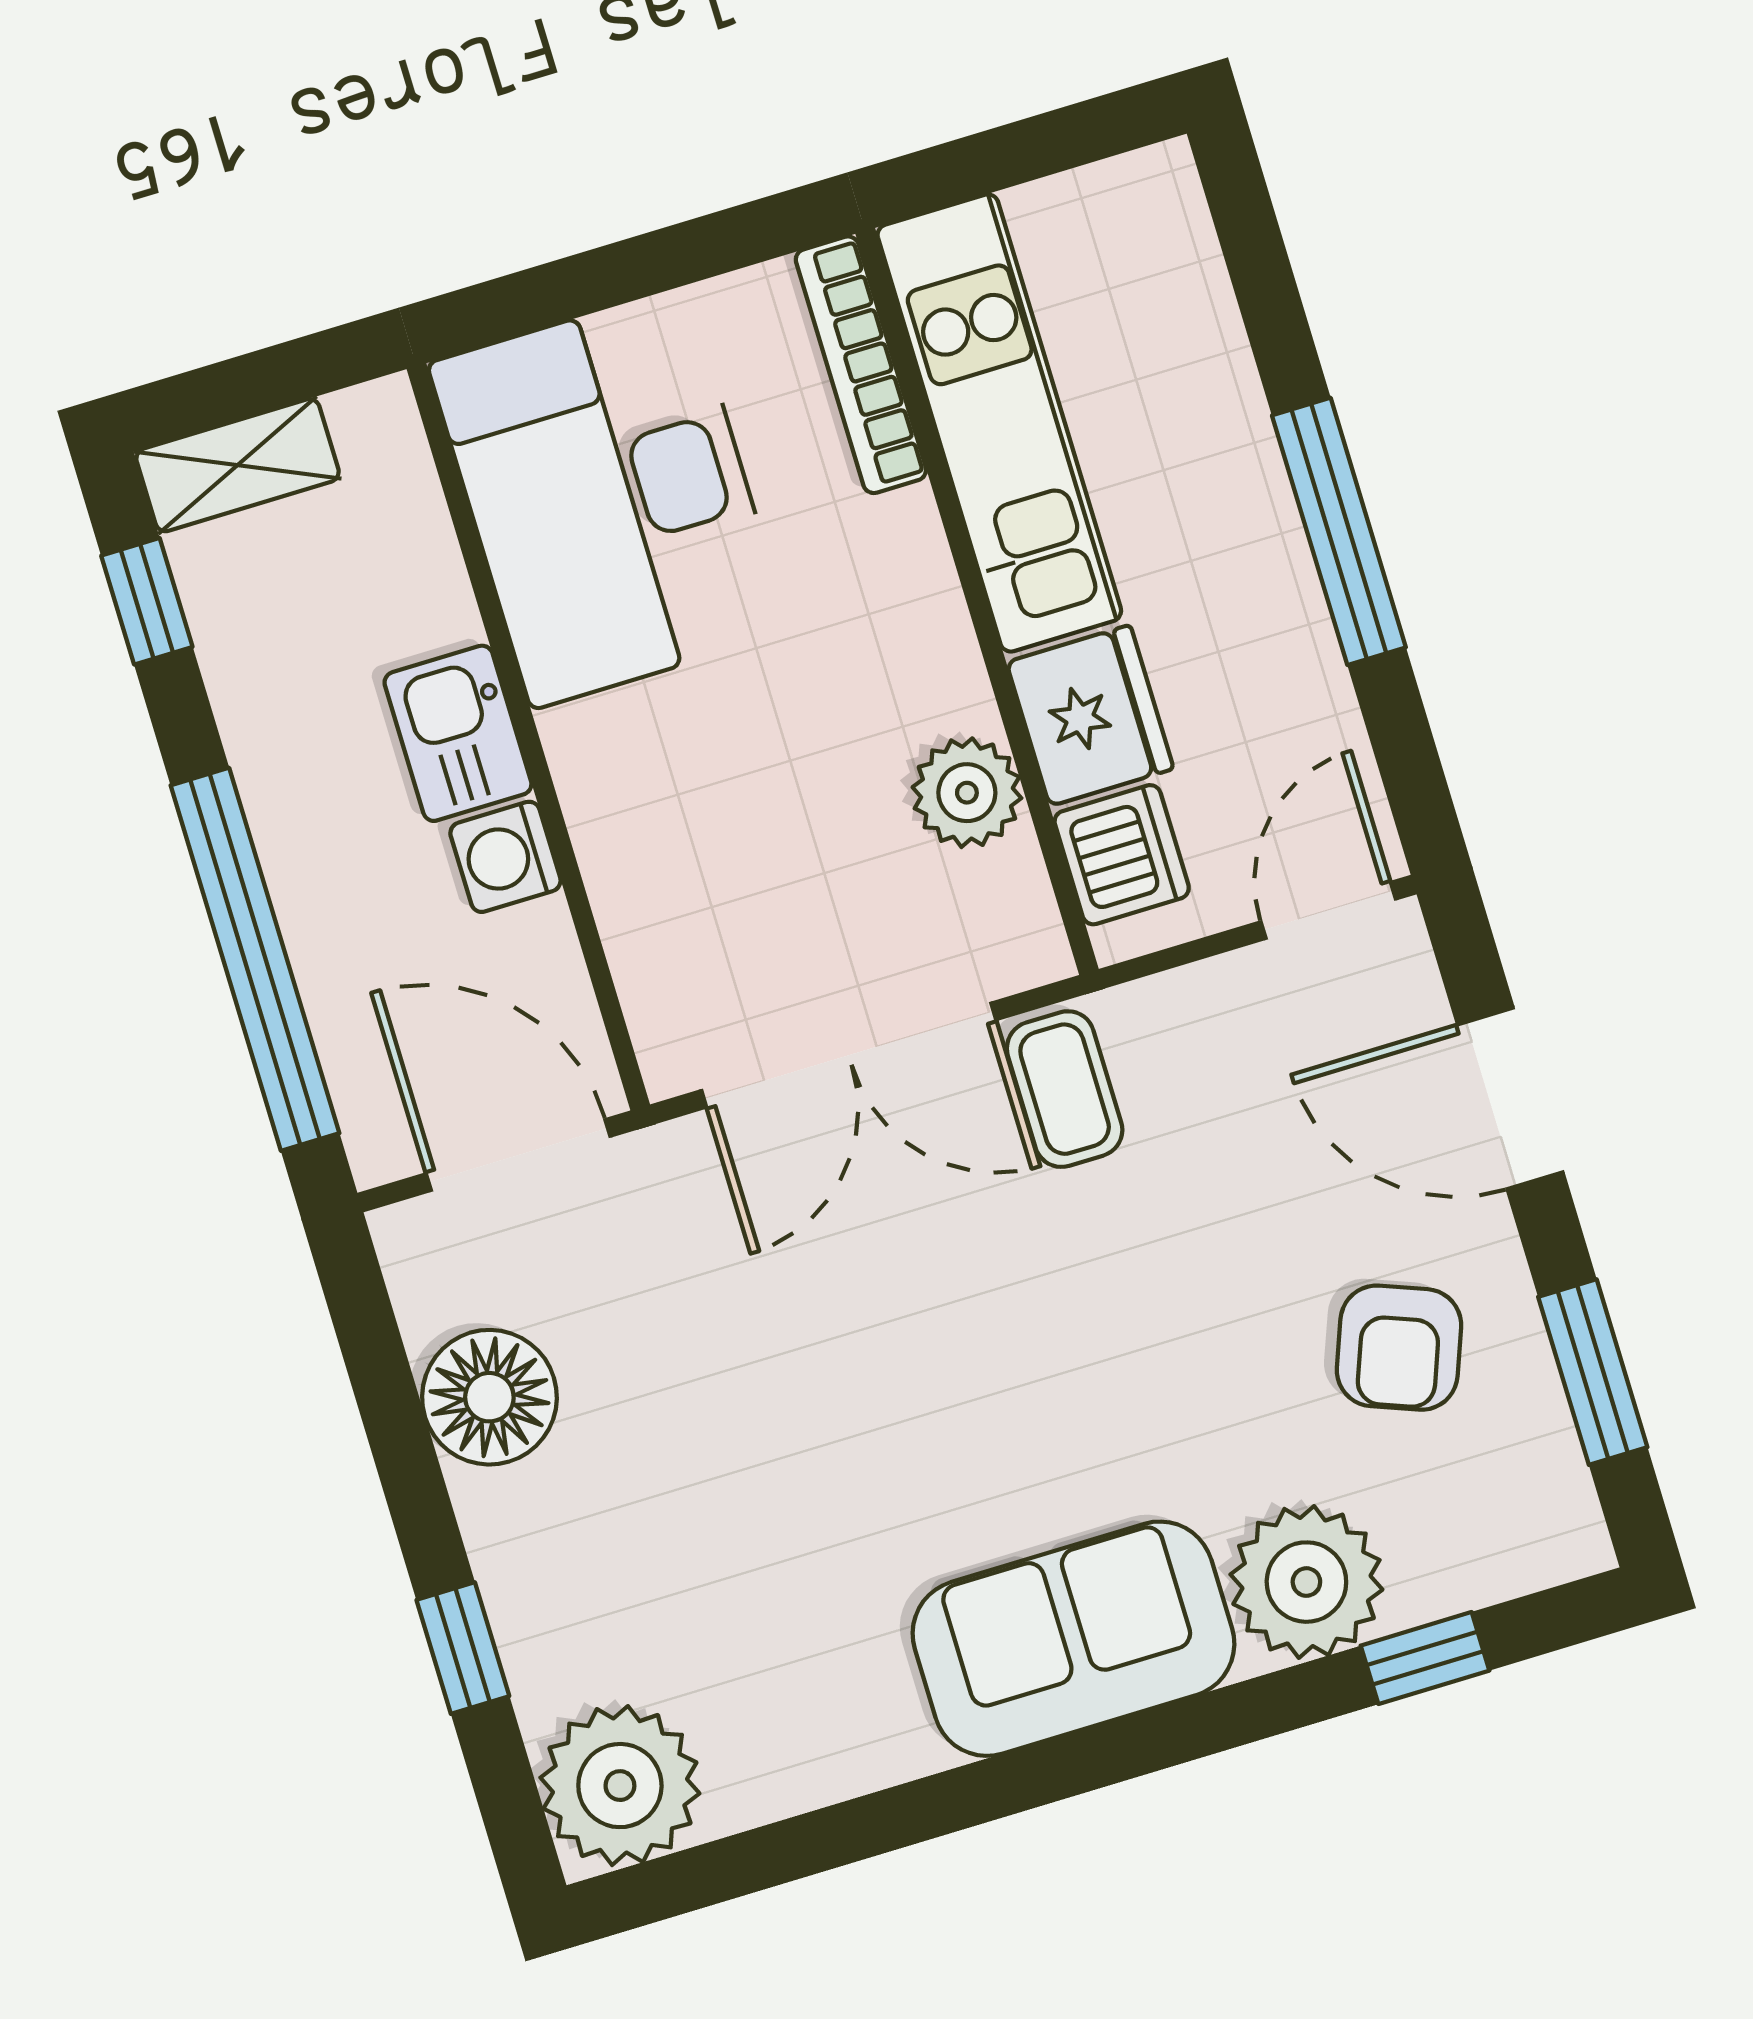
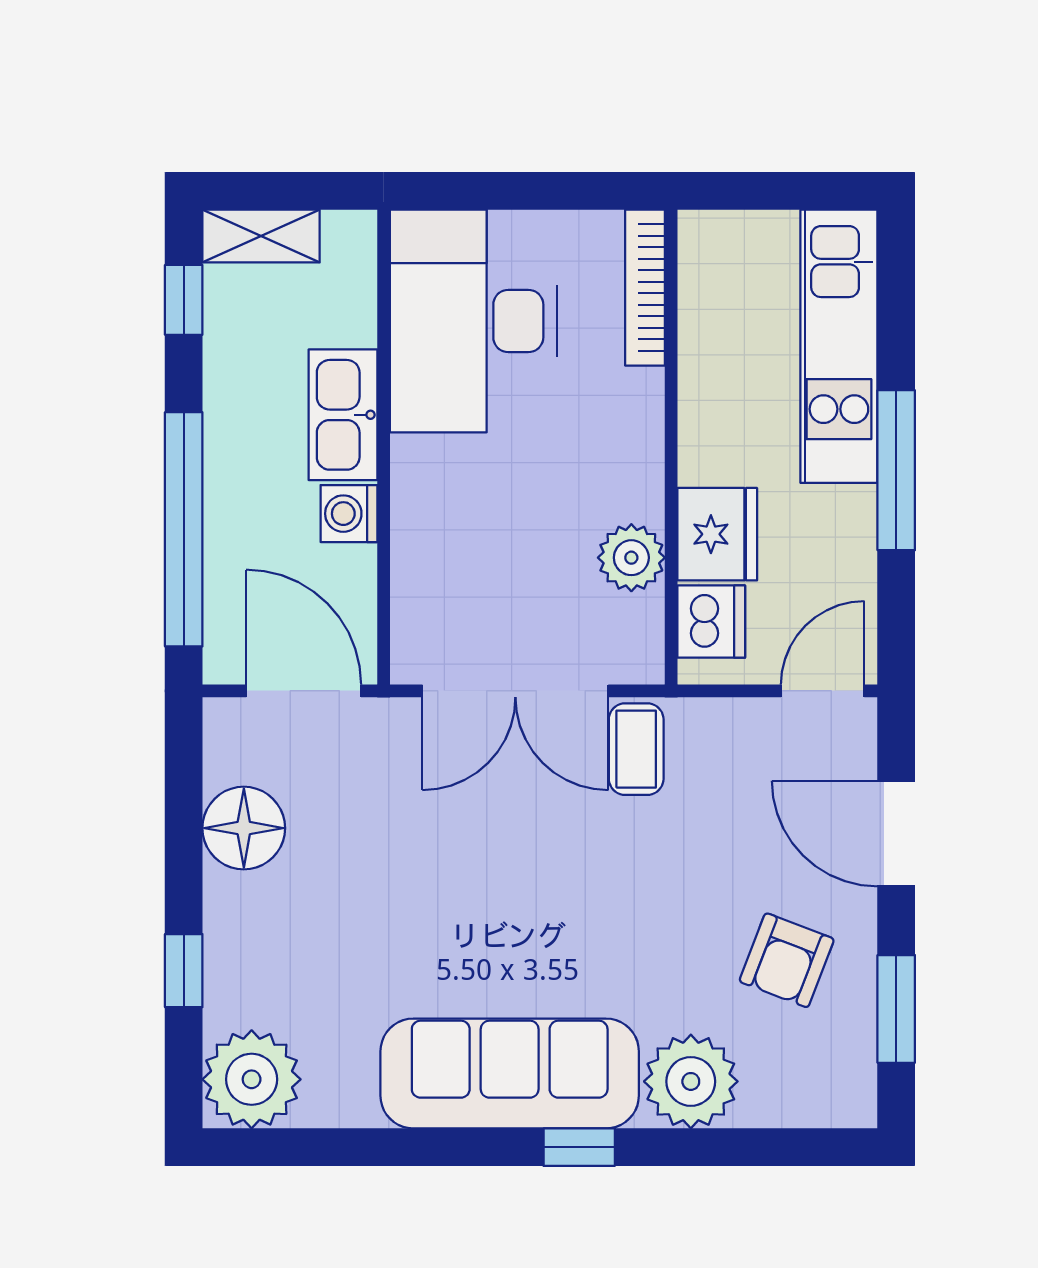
kitchen unit: (999, 423) -> (839, 346), moved, turned 180
kitchen sink: (458, 733) -> (343, 415), width x1.38
sofa: (1073, 1639) -> (510, 1073), width x1.36
window: (1425, 1658) -> (579, 1147), moved

